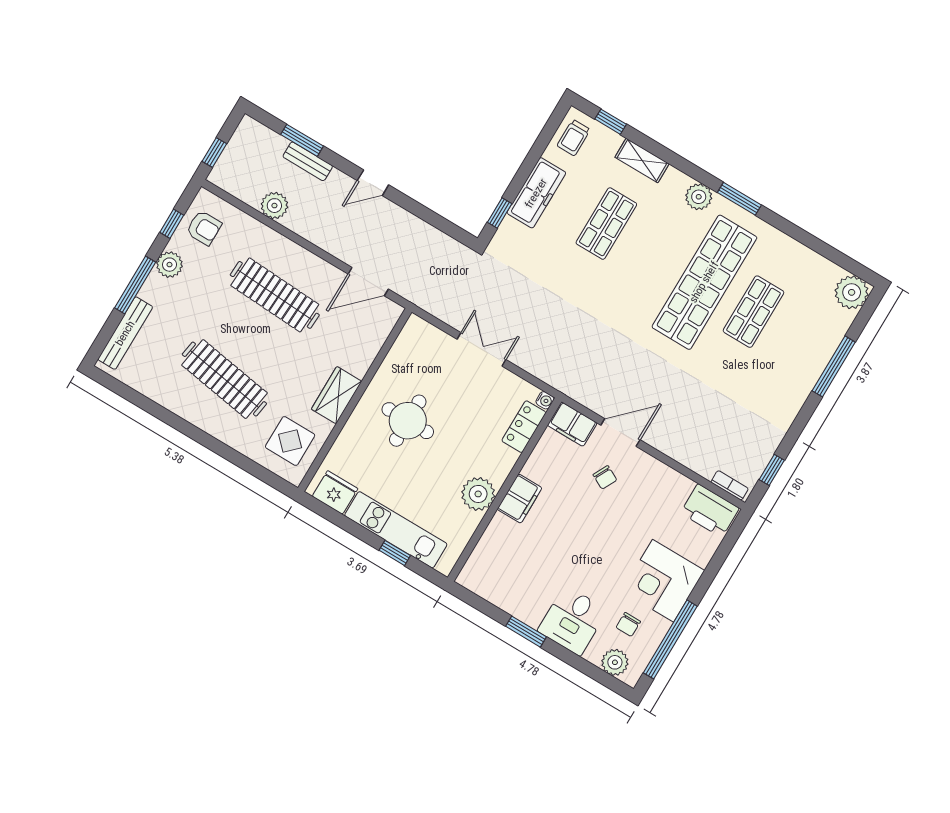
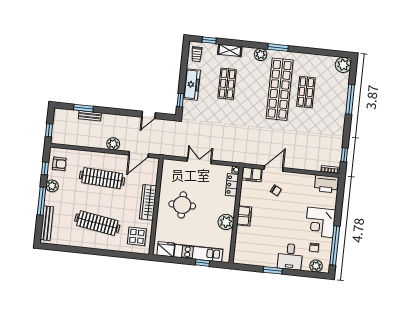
door: (373, 183) -> (149, 115), moved
plant: (274, 206) -> (113, 144), moved
wardrobe: (337, 395) -> (148, 202), width x1.50

